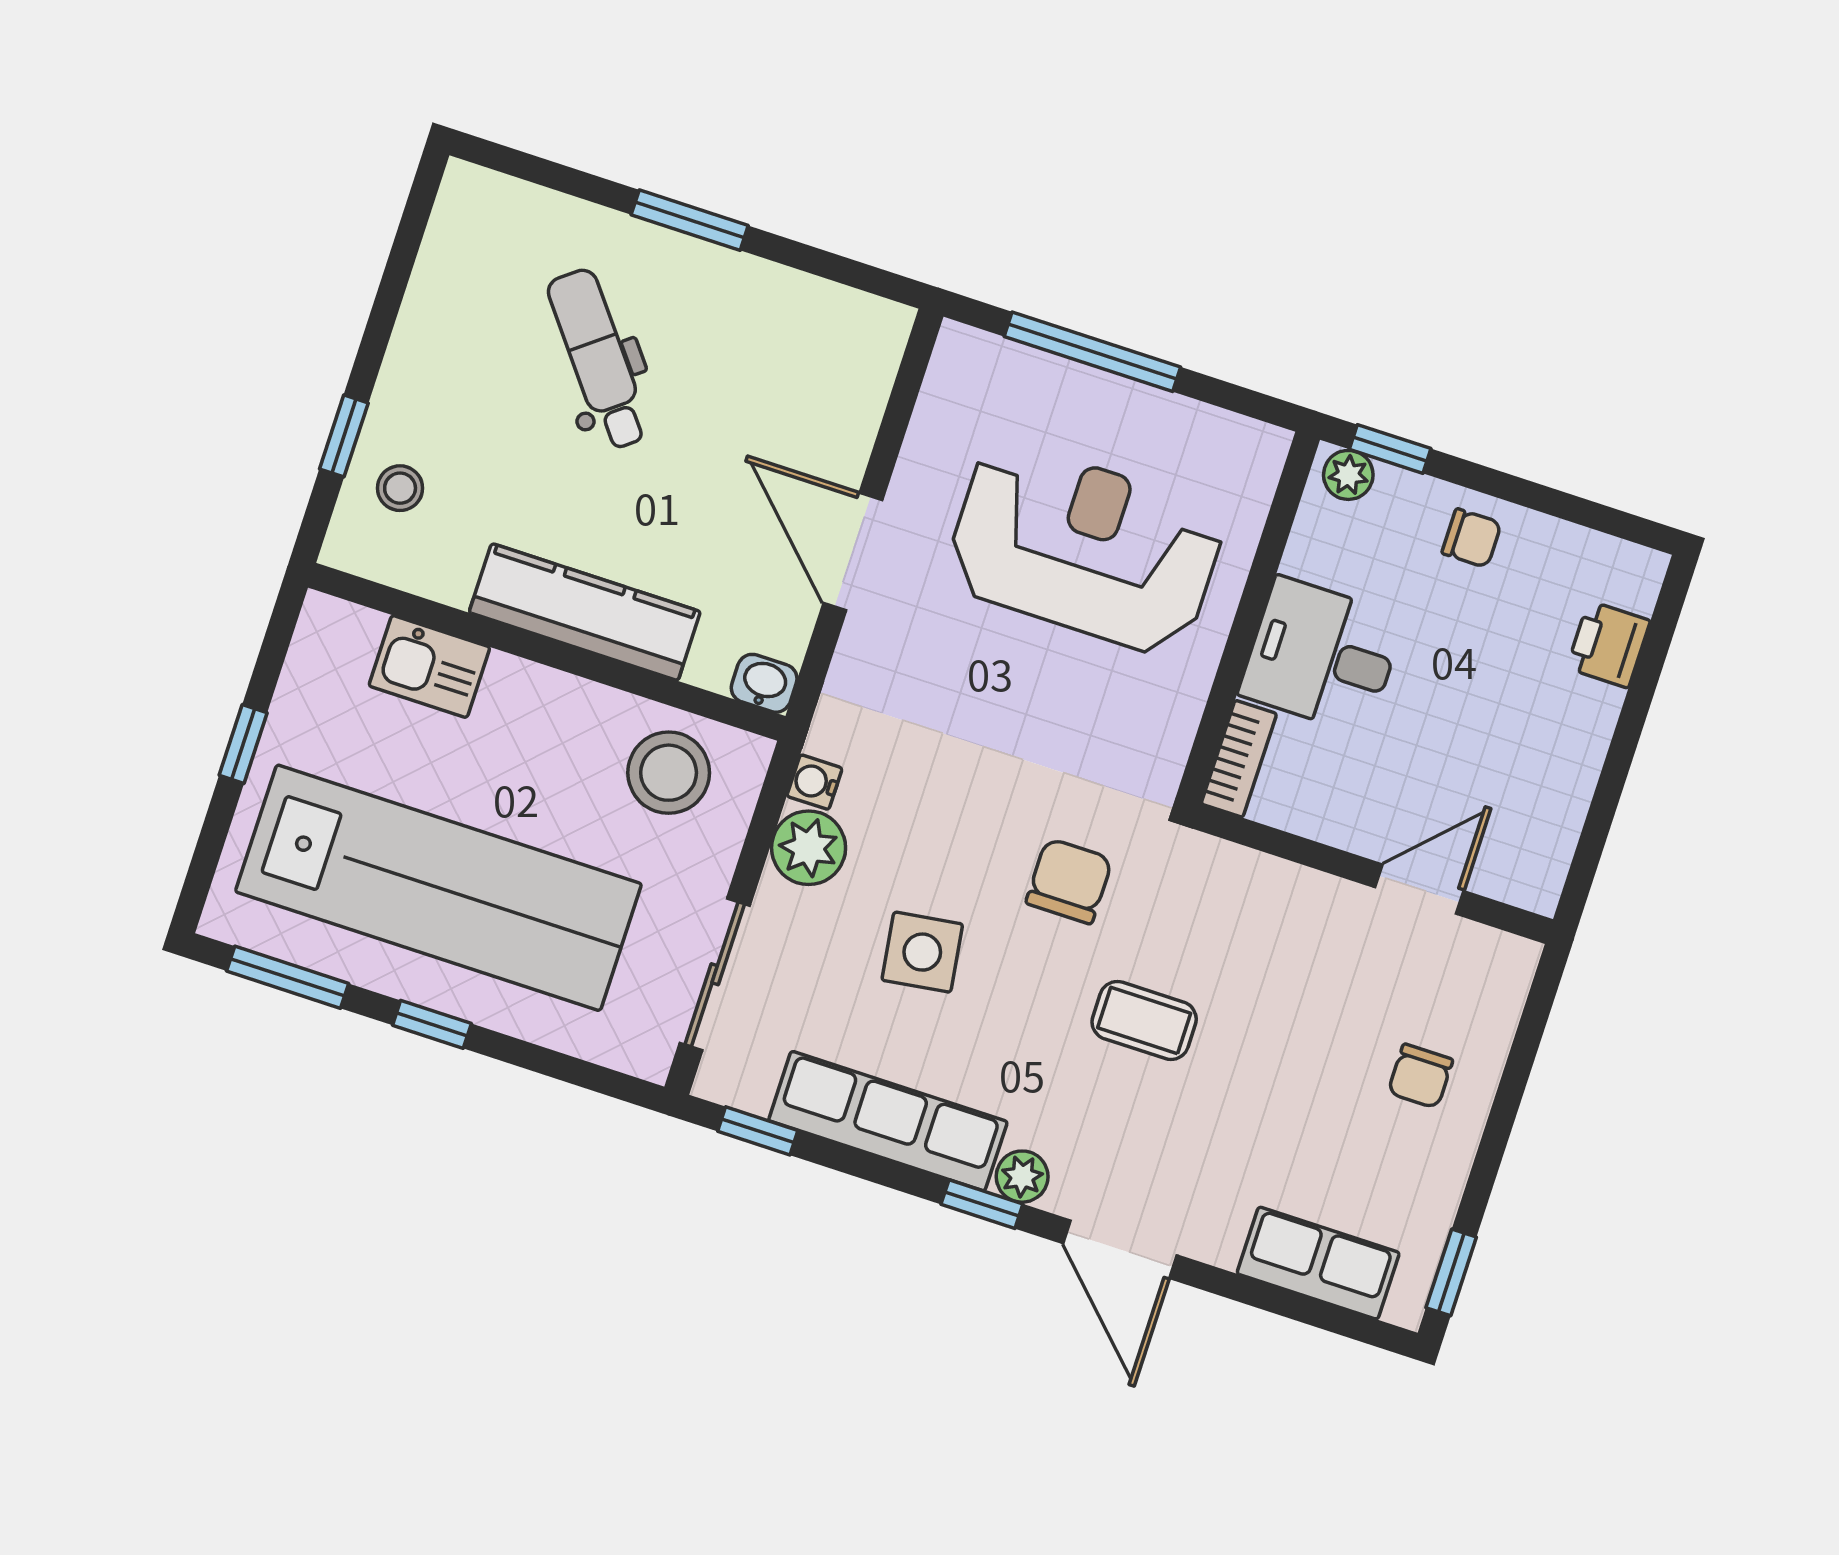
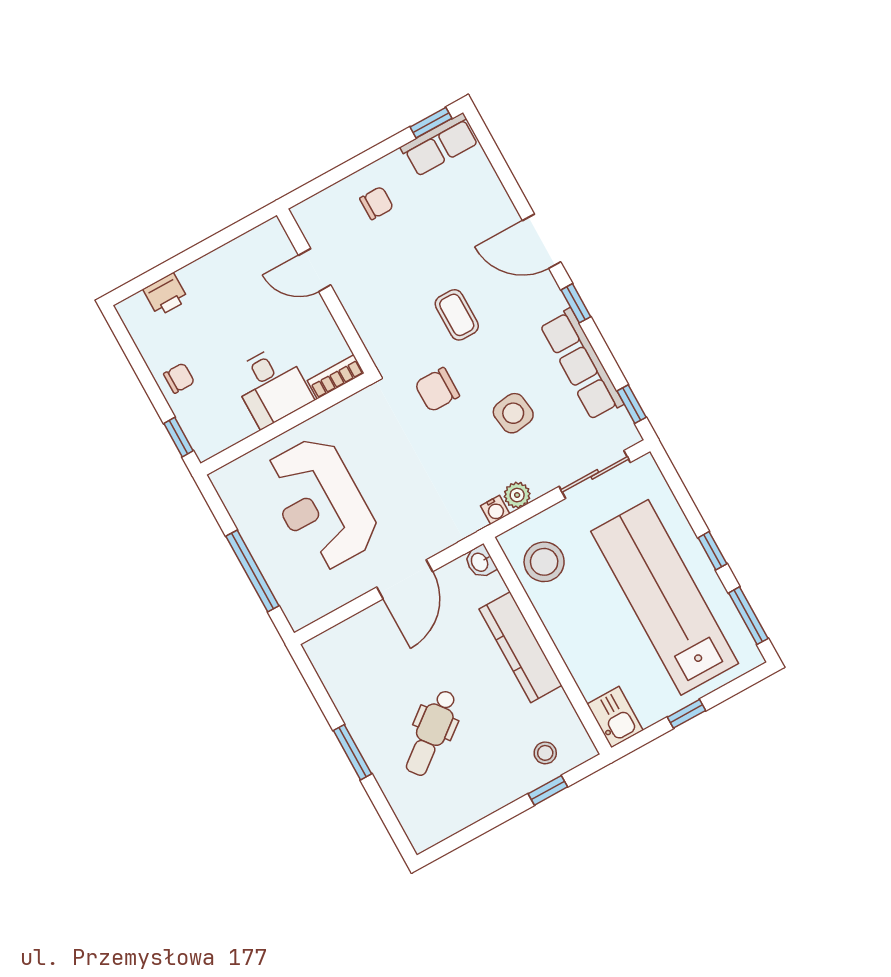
plant: (1348, 475) -> (202, 442), removed
chair: (1472, 538) -> (179, 378), turned 90
kitchen sink: (429, 667) -> (615, 717), moved
plant: (809, 848) -> (517, 495), width x0.73, depth x0.73
plant: (1022, 1177) -> (552, 300), removed
door: (1120, 1249) -> (542, 241), swing flipped
row of seats: (1318, 1263) -> (440, 145), moved, turned -90

